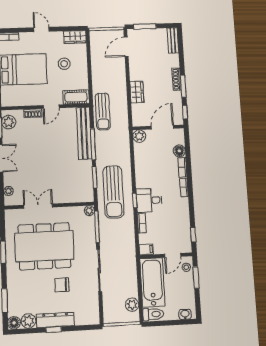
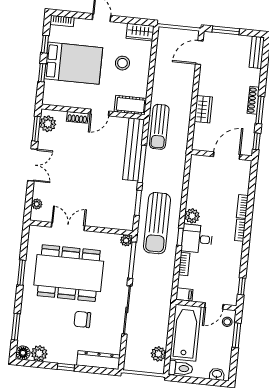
plant: (139, 136) -> (192, 216), moved
floor lamp: (179, 151) -> (242, 186), removed
dresser: (55, 320) -> (98, 360), moved

